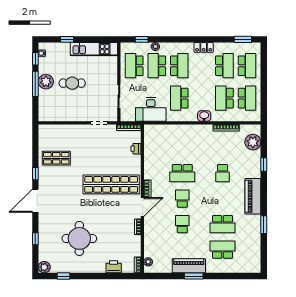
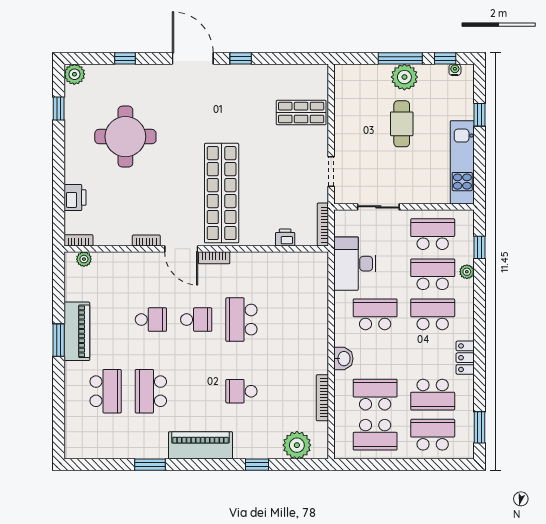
school desk: (179, 66) -> (433, 314), turned 180
school desk: (247, 66) -> (433, 435), turned 180
shop shelf: (56, 158) -> (301, 113), moved, turned 90

